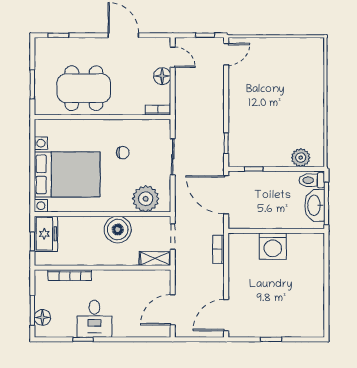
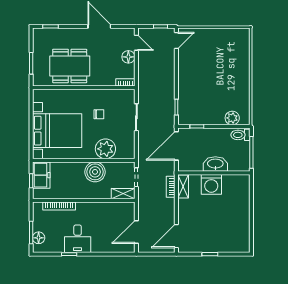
door: (226, 195) -> (176, 146), hinge flipped
plant: (146, 199) -> (105, 149), moved
washbasin: (315, 205) -> (215, 164), moved, turned 90
shelving: (235, 249) -> (183, 186), added

